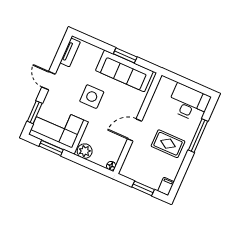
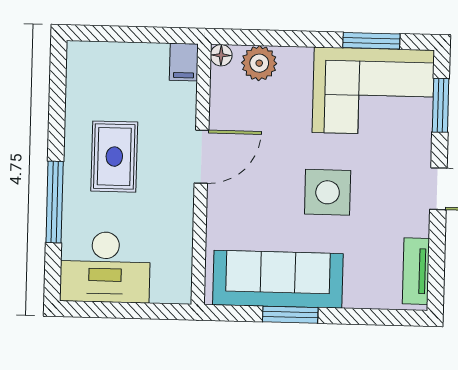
rug: (168, 144) -> (114, 157), turned 90
plant: (85, 151) -> (259, 63), moved
filing cabinet: (166, 186) -> (184, 62), moved
window: (143, 188) -> (129, 34), removed

